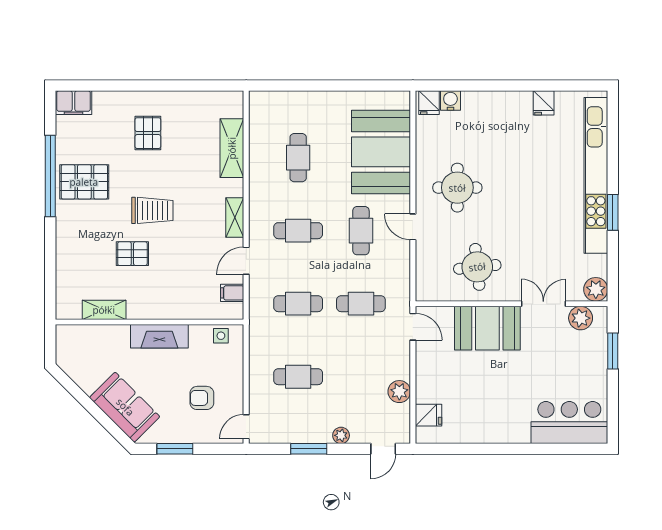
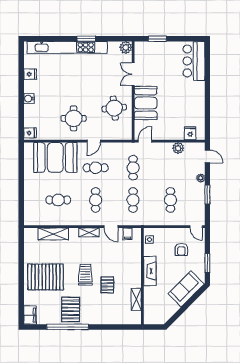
water cooler: (450, 100) -> (29, 99), moved
pallet: (148, 133) -> (46, 277), width x2.05, depth x2.00
plant: (581, 318) -> (140, 55), removed

